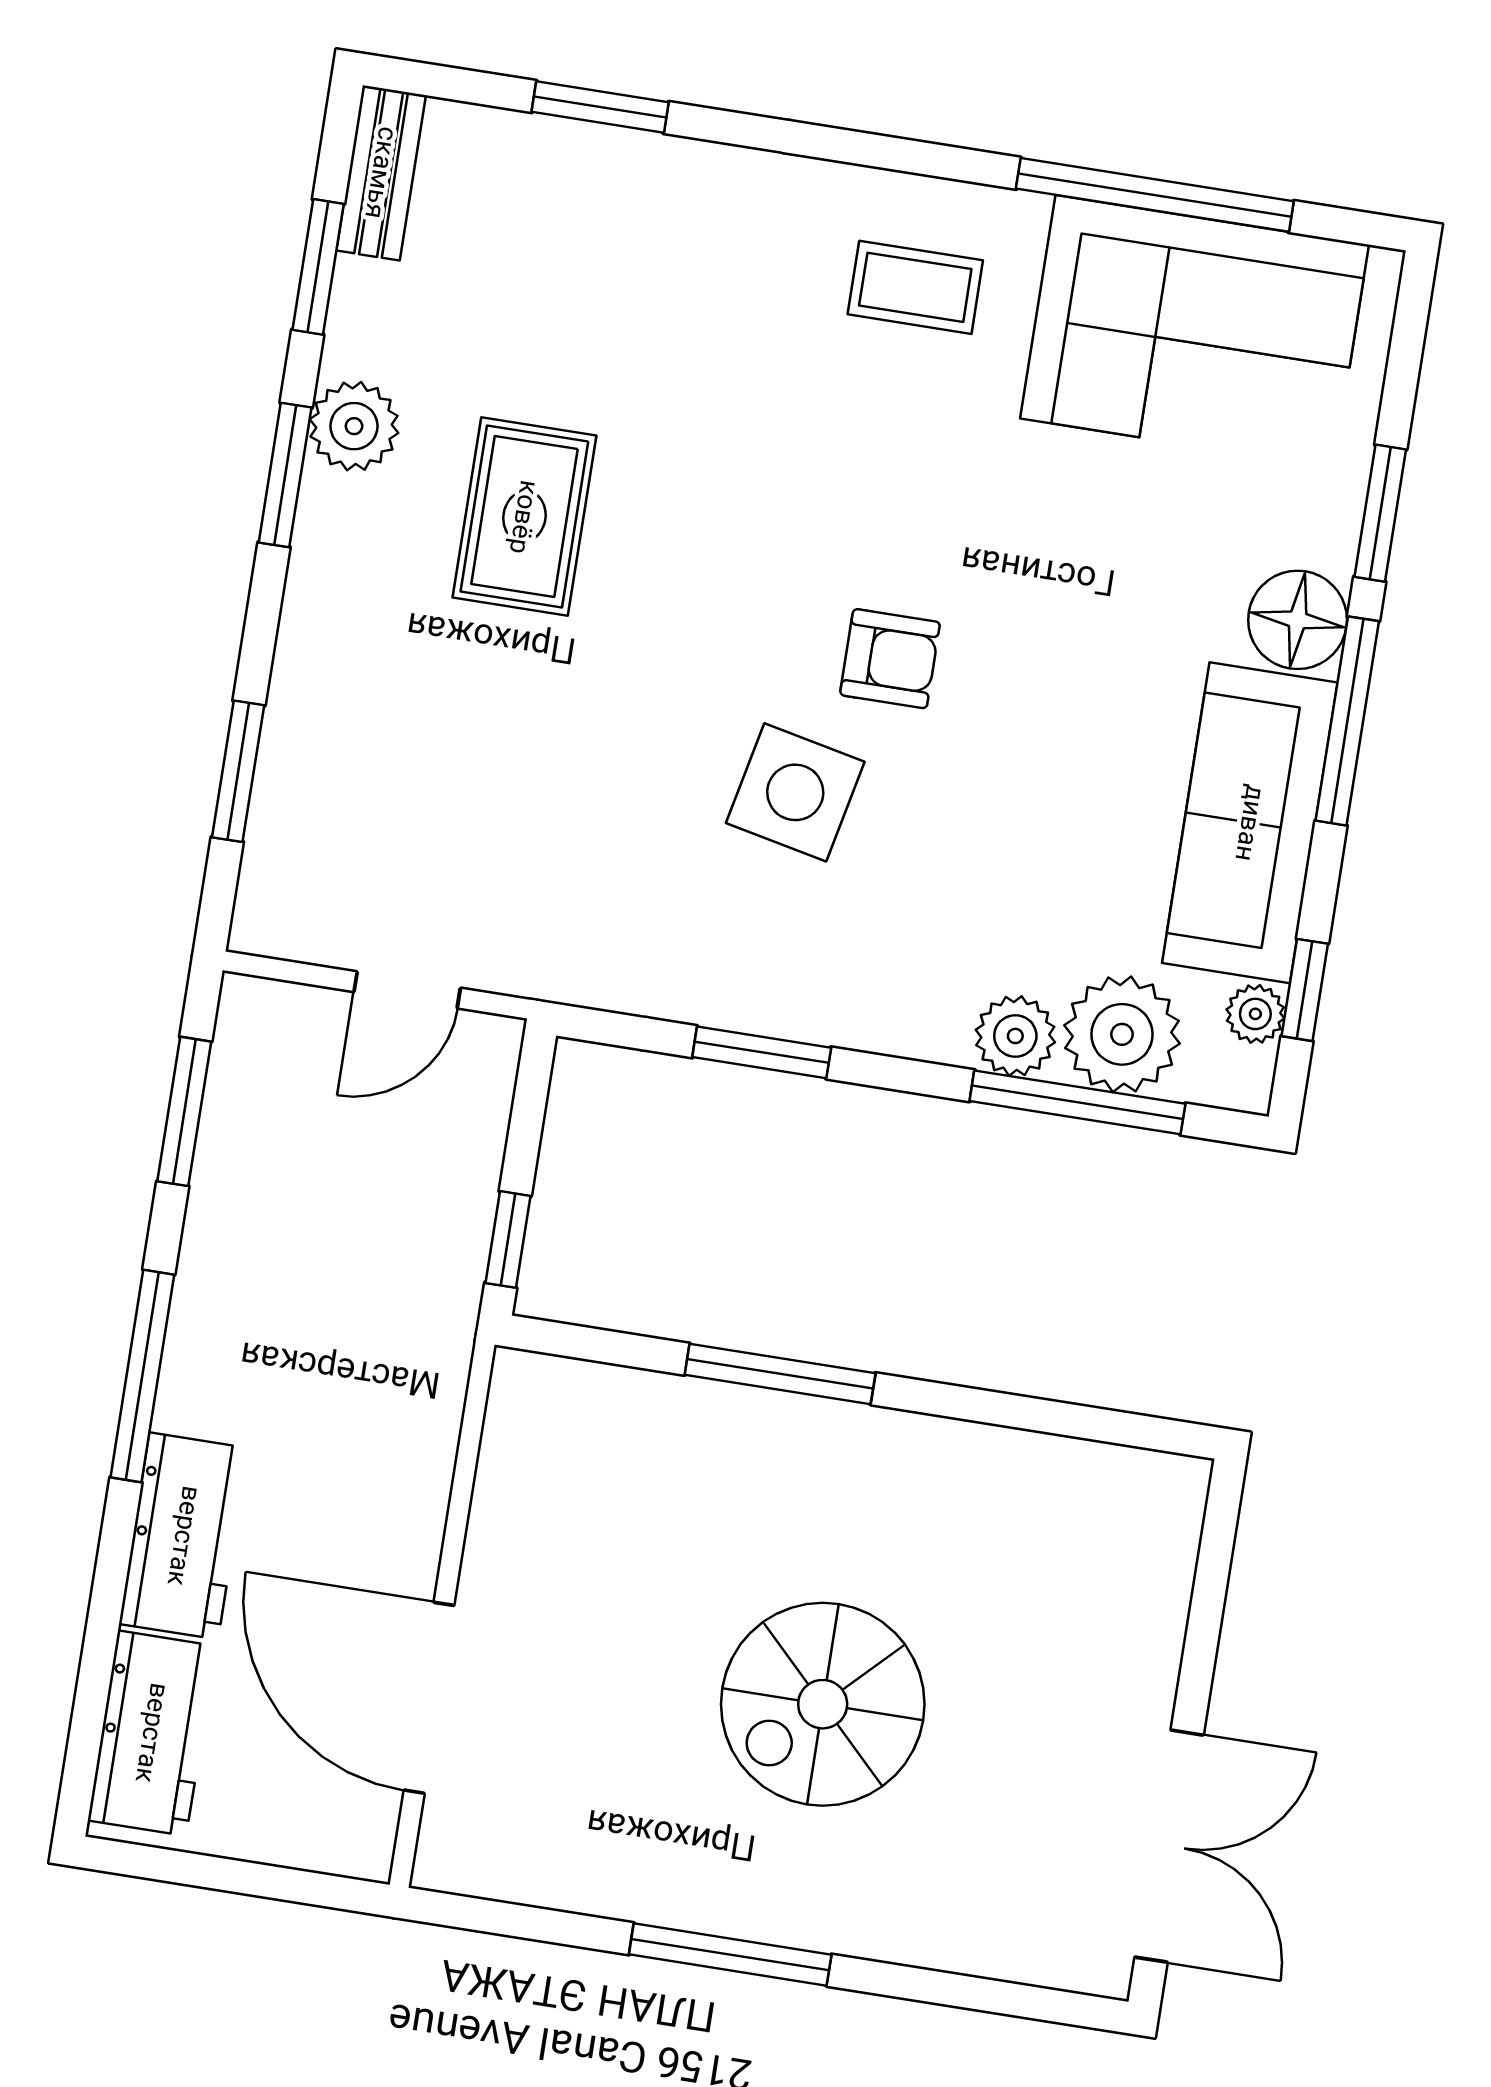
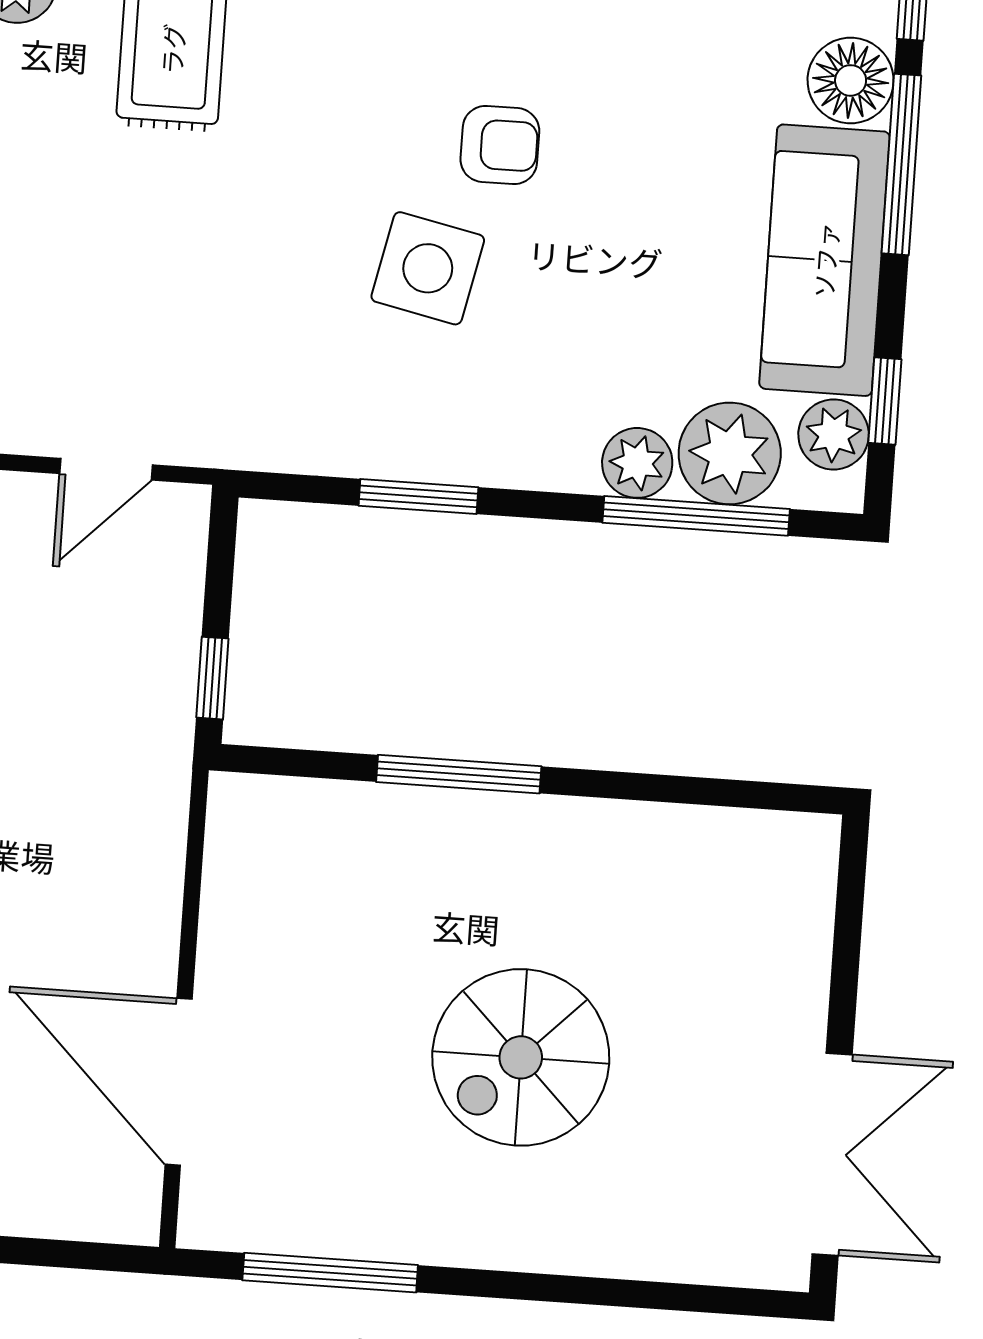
plant: (1255, 1014) -> (834, 435), width x1.38, depth x1.38
window: (730, 1954) -> (330, 1273), moved

